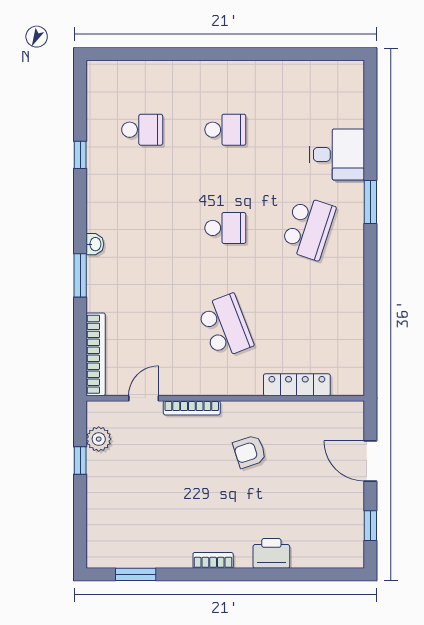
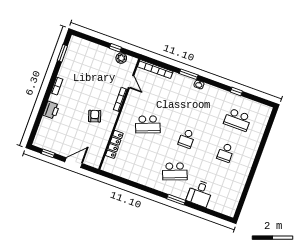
school desk: (142, 130) -> (238, 120), width x1.85
school desk: (308, 228) -> (175, 171), turned -39

